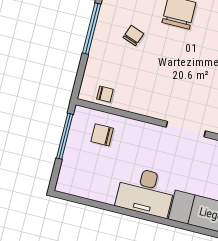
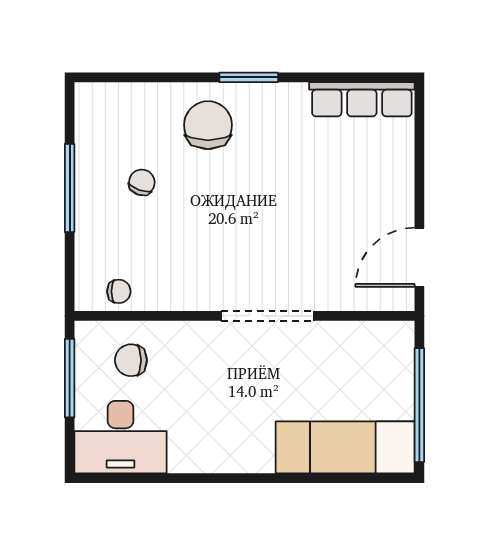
doorway: (186, 129) -> (268, 316), width x1.36
desk: (146, 192) -> (120, 437), moved

